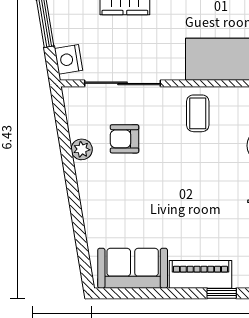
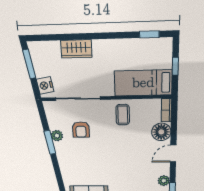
armchair: (125, 139) -> (81, 130), turned -90
window: (68, 162) -> (50, 142), added

